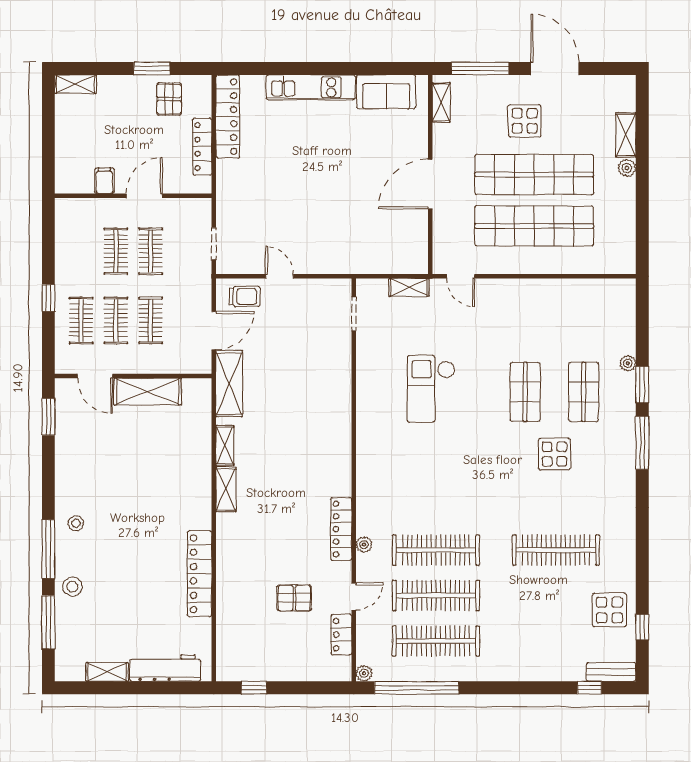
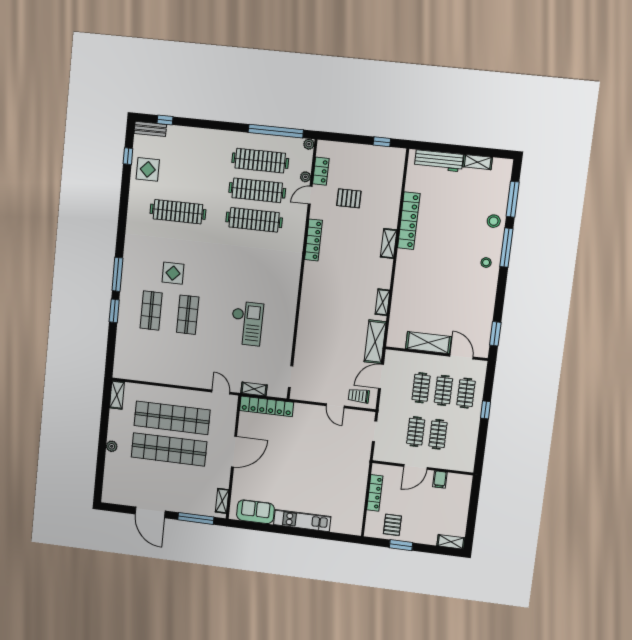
locker: (228, 117) -> (267, 406), moved, turned -90
display table: (525, 121) -> (172, 483), removed
shelving: (626, 135) -> (117, 395), moved
plant: (628, 363) -> (122, 325), removed
shelving: (226, 489) -> (389, 244), moved
plant: (364, 545) -> (305, 177), moved

